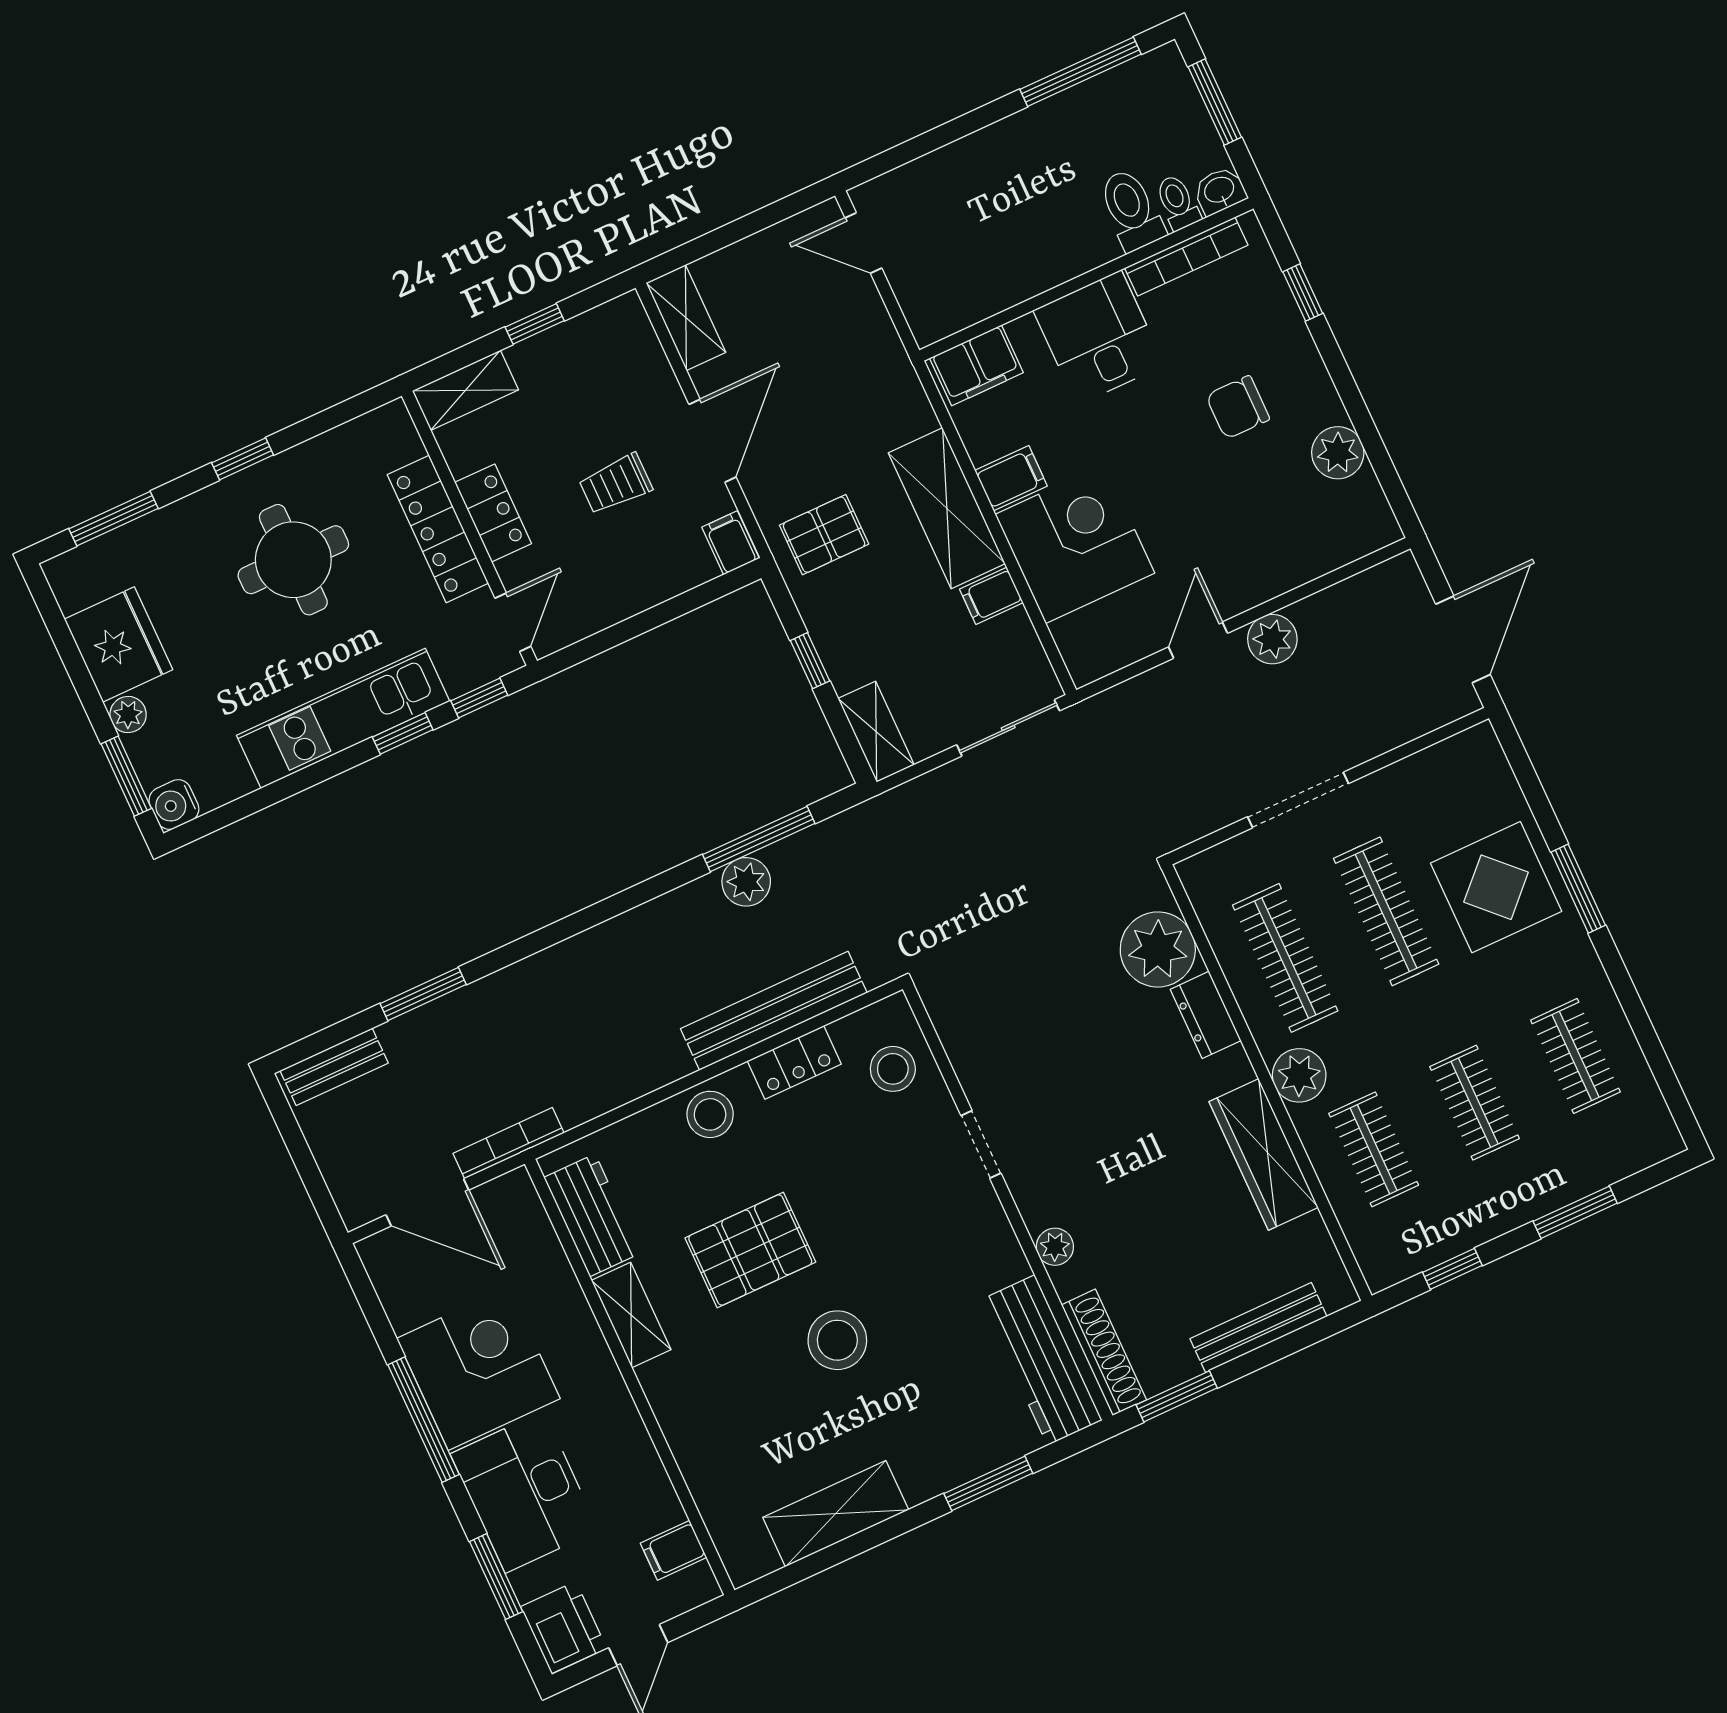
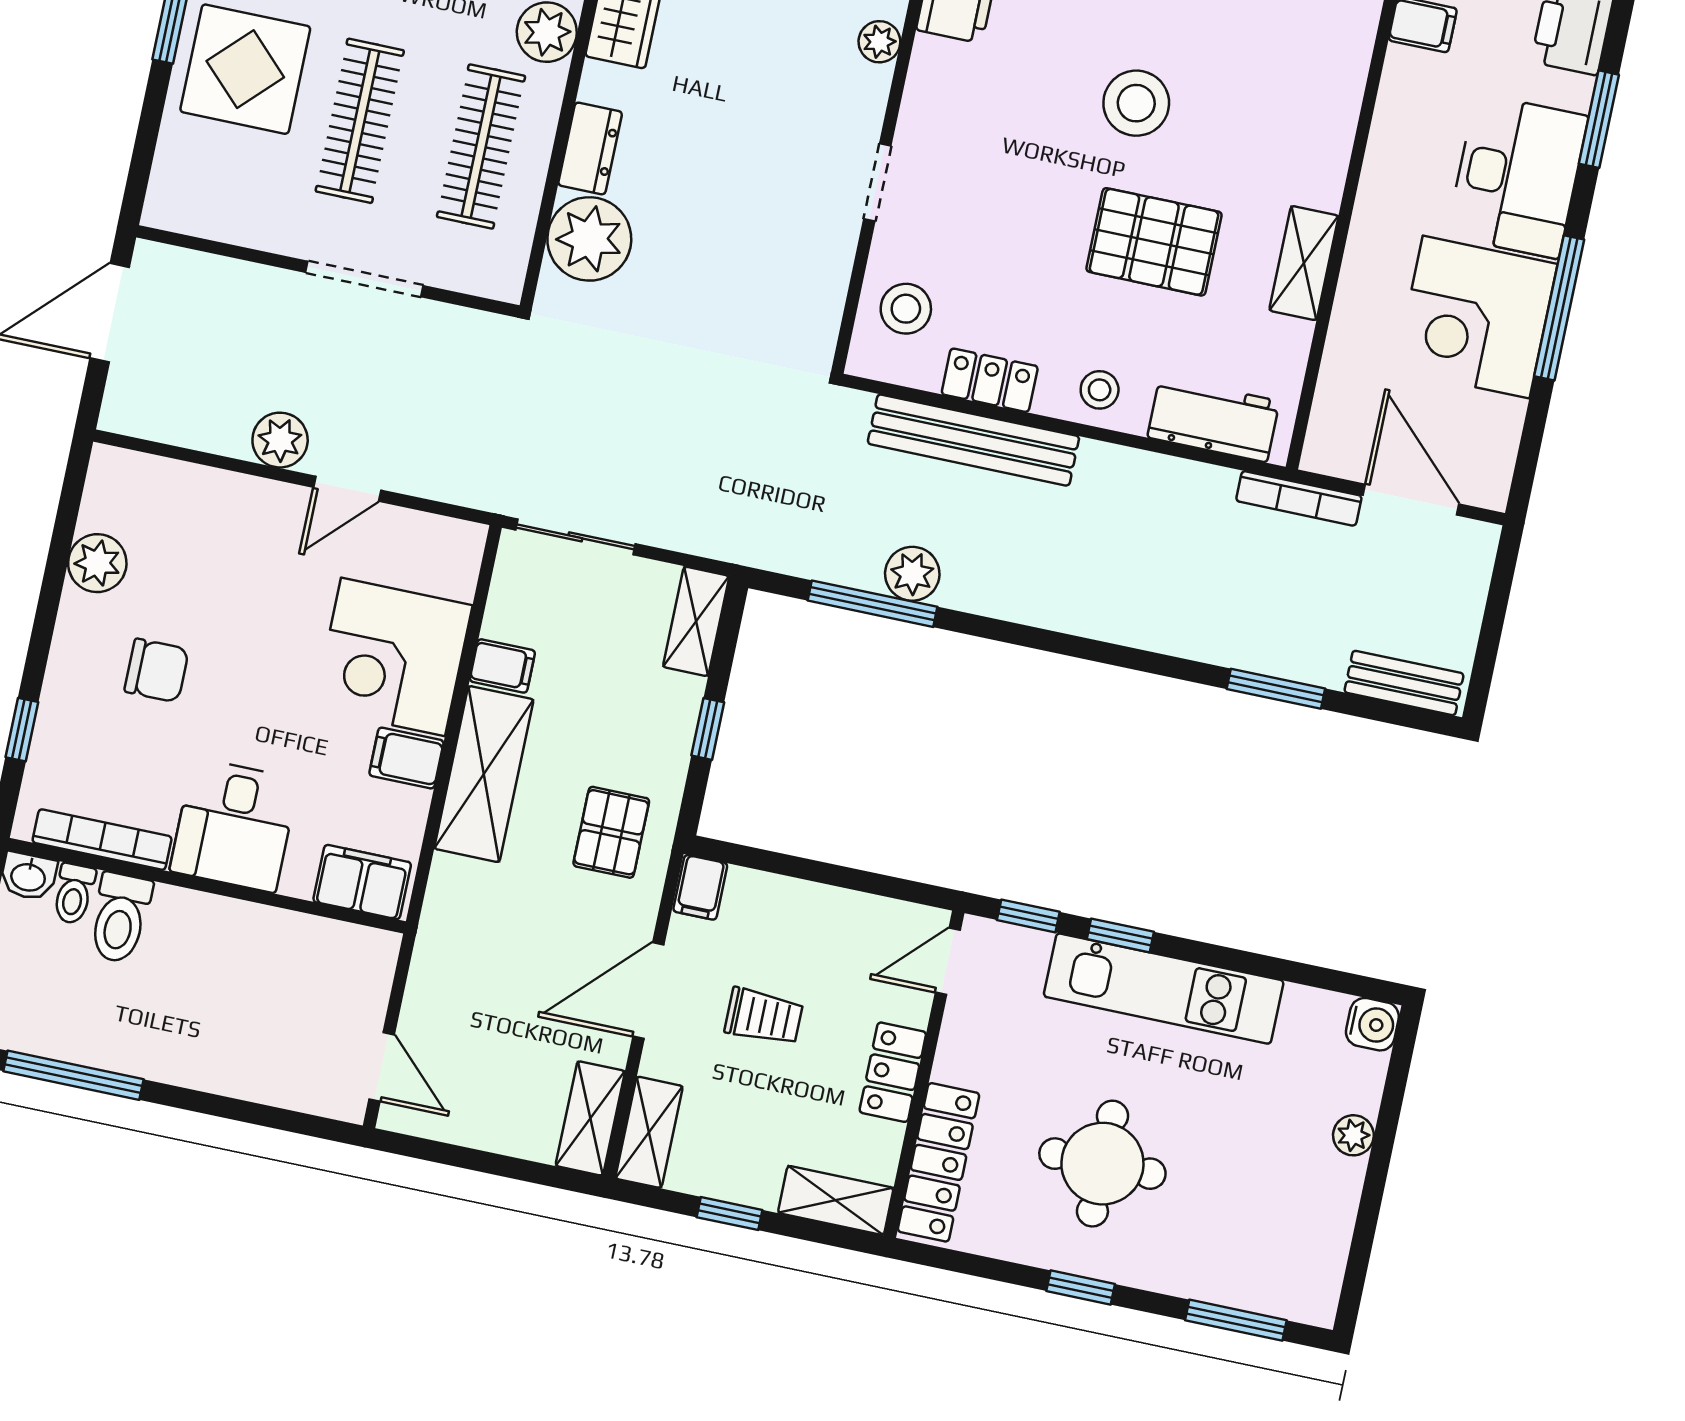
shelving: (636, 339) -> (649, 1132), added
locker: (438, 529) -> (939, 1162), moved
pallet: (824, 535) -> (611, 832), turned 90
fridge: (118, 644) -> (1315, 1204), removed
window: (126, 776) -> (1396, 1081), removed
stool: (710, 1114) -> (1100, 390), width x0.73, depth x0.73
workbench: (592, 1215) -> (1213, 419), moved, turned 90

